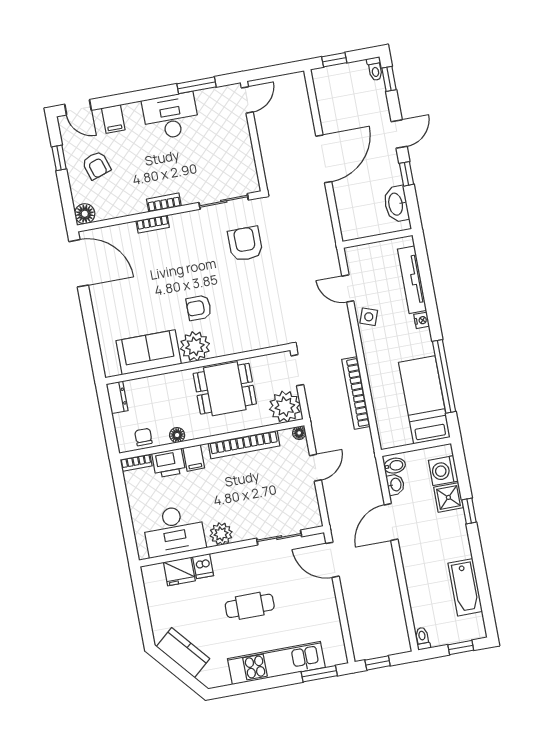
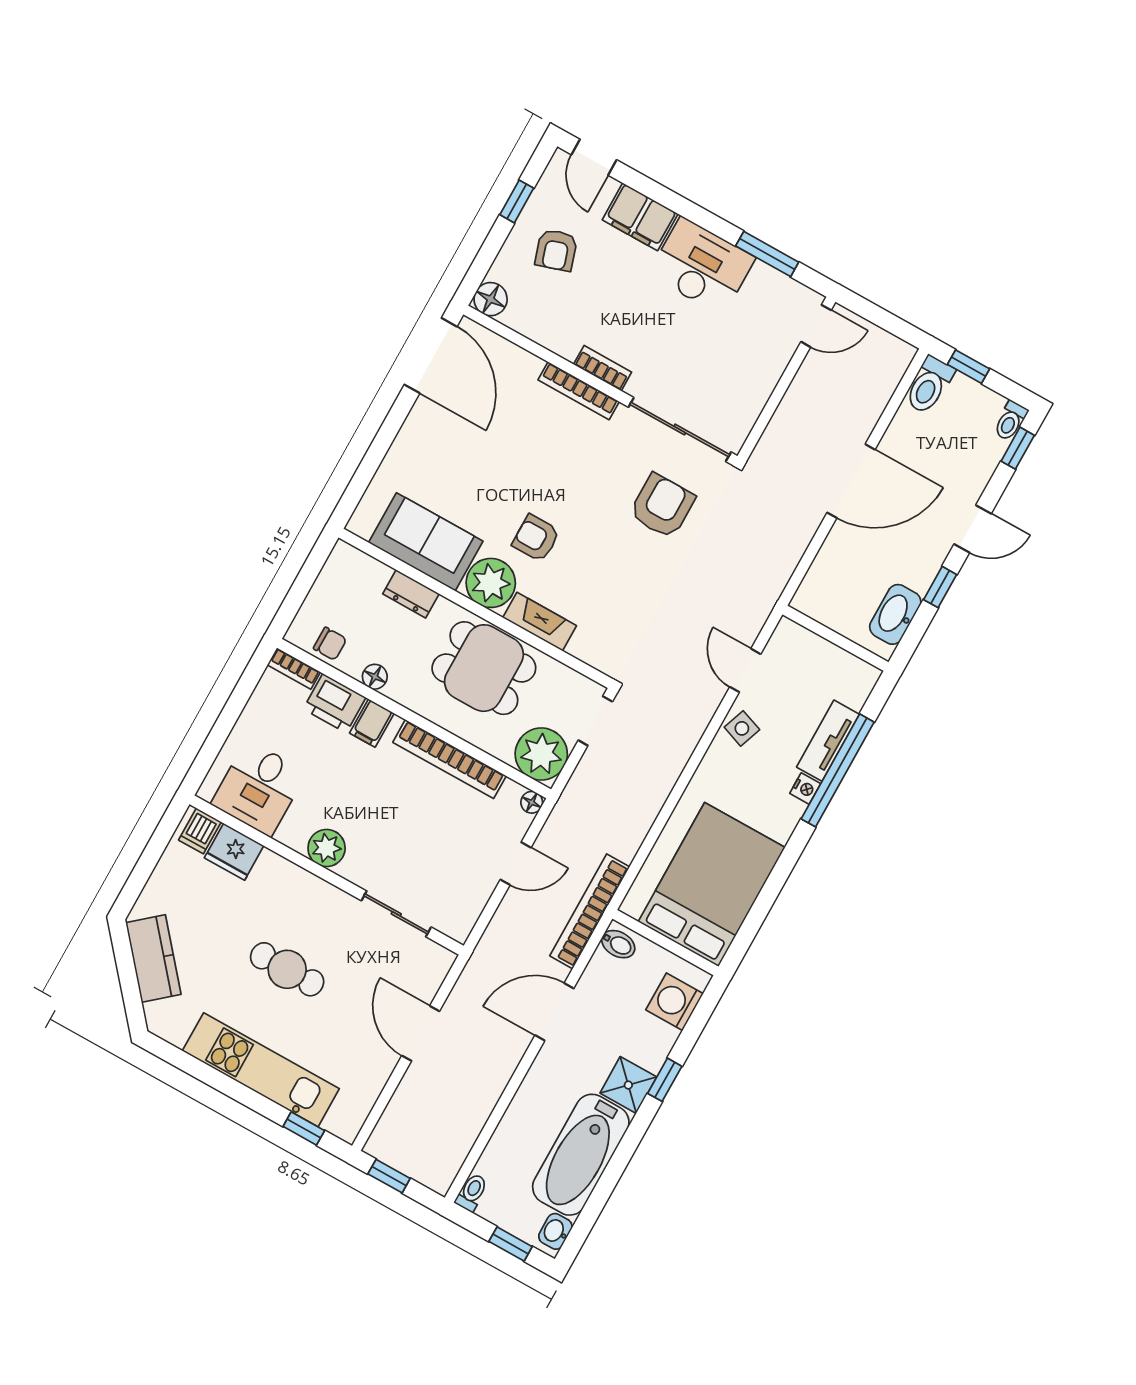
toilet: (323, 84) -> (929, 385), added
filing cabinet: (113, 119) -> (640, 217), width x2.00
sliding door: (224, 201) -> (680, 430), width x1.37
bookcase: (153, 224) -> (579, 391), width x1.56
tv unit: (412, 280) -> (828, 741), width x0.71
fireplace: (233, 345) -> (540, 622), added
window: (444, 376) -> (838, 770), moved
bookcase: (356, 393) -> (590, 911), moved
dresser: (117, 397) -> (411, 594), moved, turned 90
bed: (424, 400) -> (712, 884), width x1.50
chair: (143, 437) -> (330, 644), turned 90
washbasin: (395, 485) -> (555, 1231), moved, turned 180
shower: (448, 497) -> (628, 1085), moved
desk: (174, 531) -> (259, 788), width x0.73
door: (332, 560) -> (421, 1033), moved
dishwasher: (203, 566) -> (200, 831), moved
bathtub: (465, 587) -> (581, 1155), width x1.36, depth x1.36
window: (319, 674) -> (304, 1128), width x0.67

